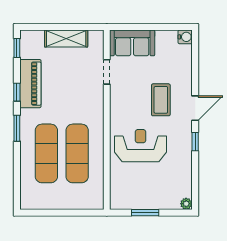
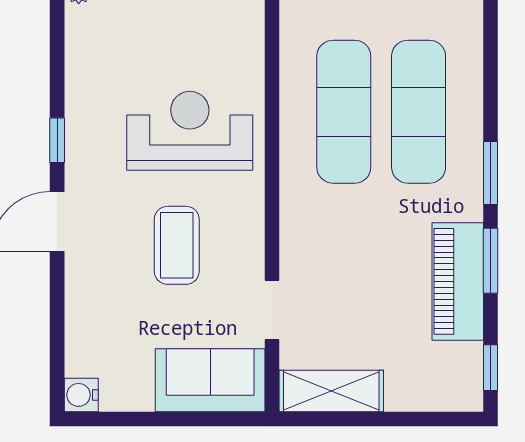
shelving: (66, 38) -> (331, 391), moved
window: (17, 92) -> (490, 261), width x1.50
coffee table: (161, 100) -> (177, 245), moved
reception desk: (140, 146) -> (190, 131), turned 180

